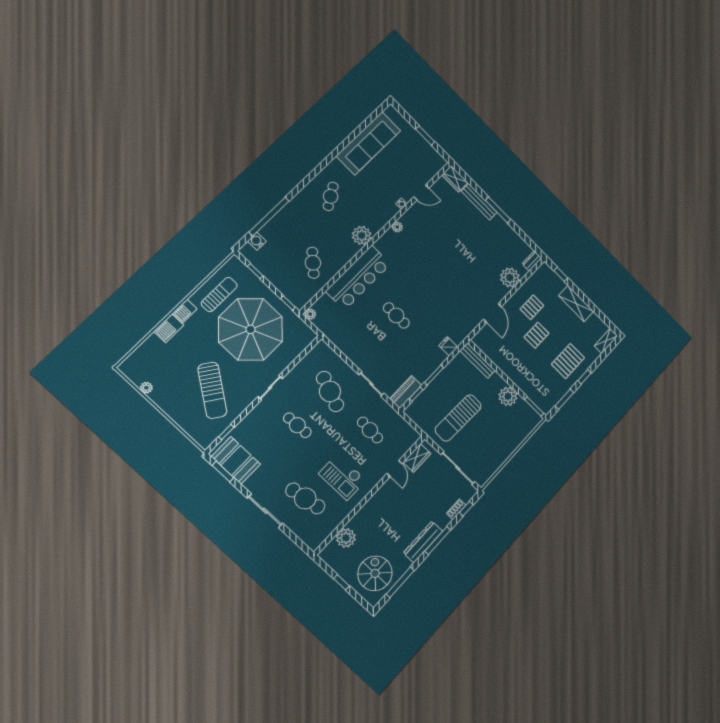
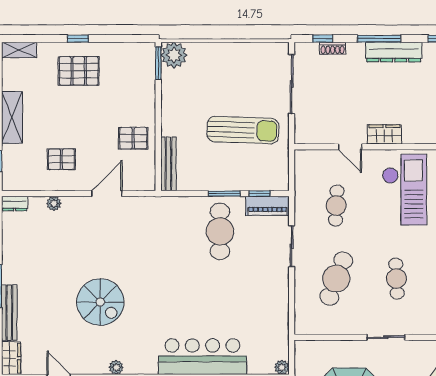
spiral stairs: (440, 253) -> (100, 302), added
plant: (510, 278) -> (54, 203), width x0.53, depth x0.53
cafe table: (396, 315) -> (220, 231), moved, width x1.37, depth x1.35
pallet: (537, 335) -> (133, 138), moved
fridge: (448, 346) -> (183, 206), removed
plant: (508, 396) -> (174, 55), moved
window: (564, 399) -> (121, 39), removed
wardrobe: (417, 458) -> (384, 134), moved
door: (395, 468) -> (350, 147), swing flipped
checkout: (342, 477) -> (405, 190), width x1.36, depth x1.21

